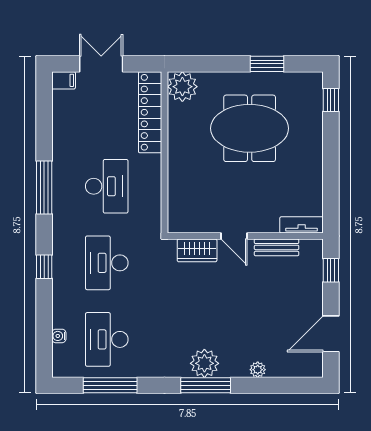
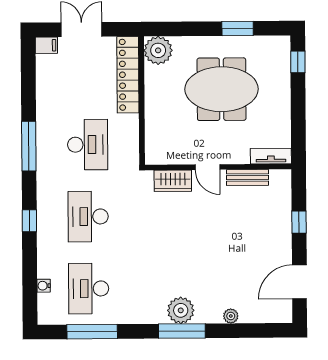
tv unit: (302, 225) -> (271, 156), moved
door: (234, 236) -> (207, 167), moved
wall: (245, 236) -> (218, 167), moved
bench: (277, 247) -> (247, 177), moved
wardrobe: (197, 250) -> (173, 181), moved

